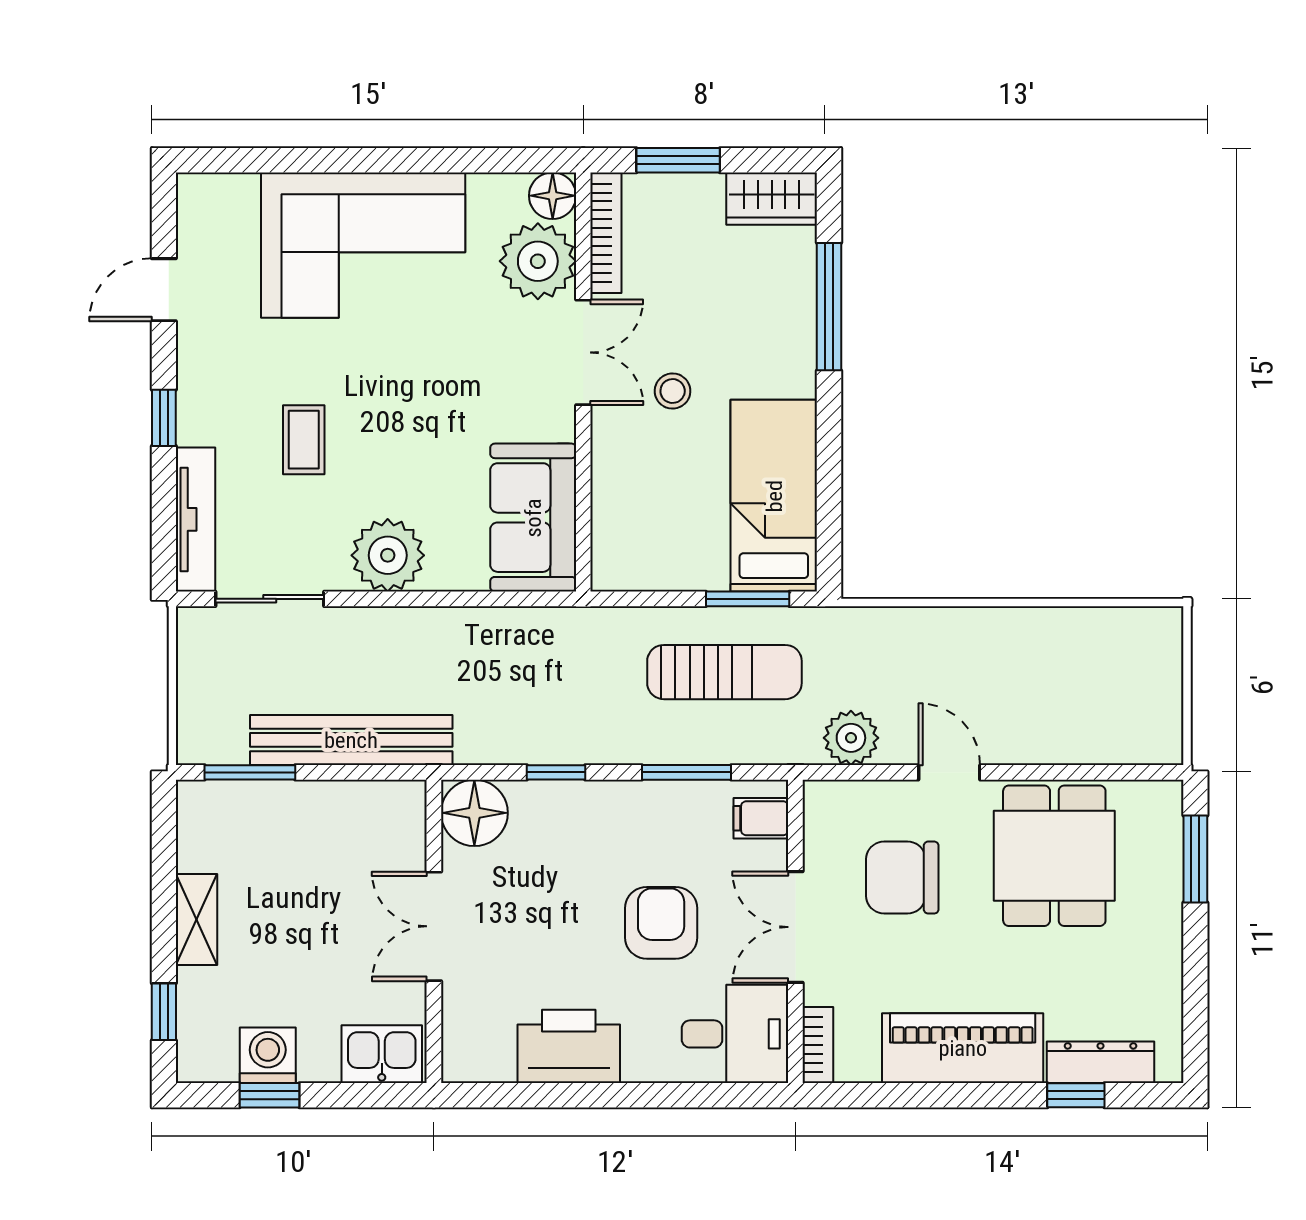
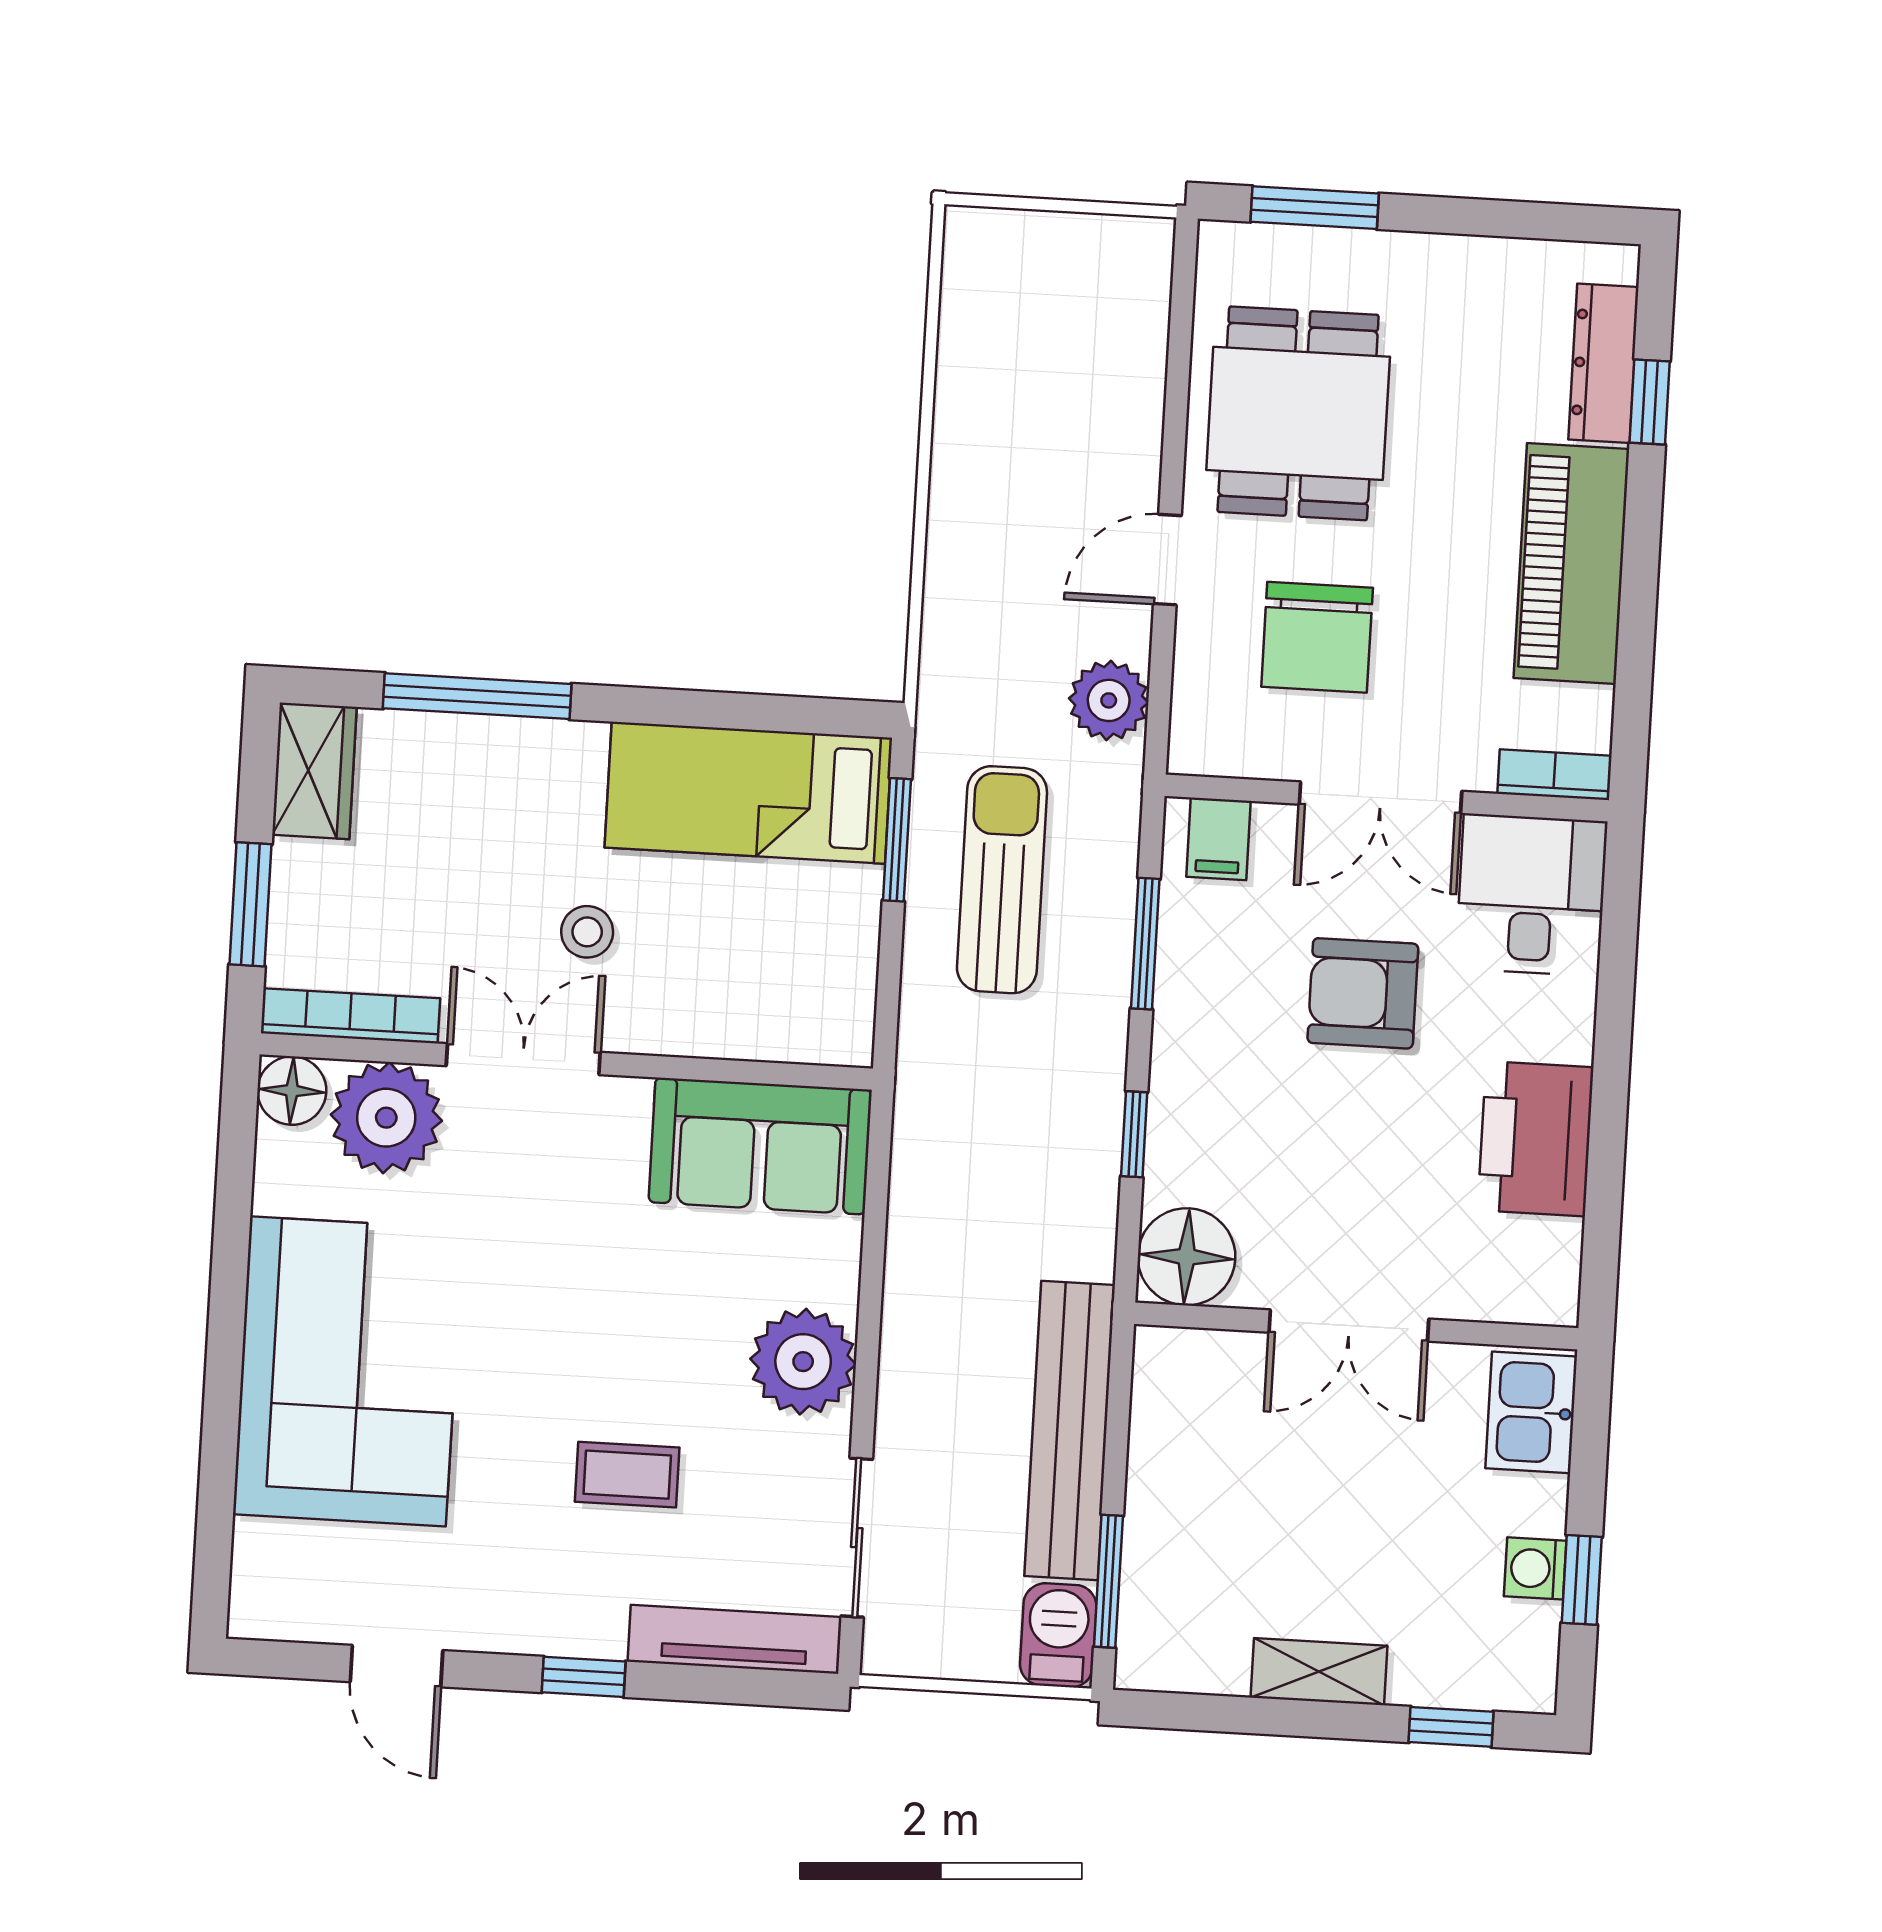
barbecue: (211, 740) -> (1058, 1635), added
dining table: (1054, 856) -> (1298, 413), turned 90
washing machine: (268, 1055) -> (1535, 1568), width x0.73, depth x0.73

